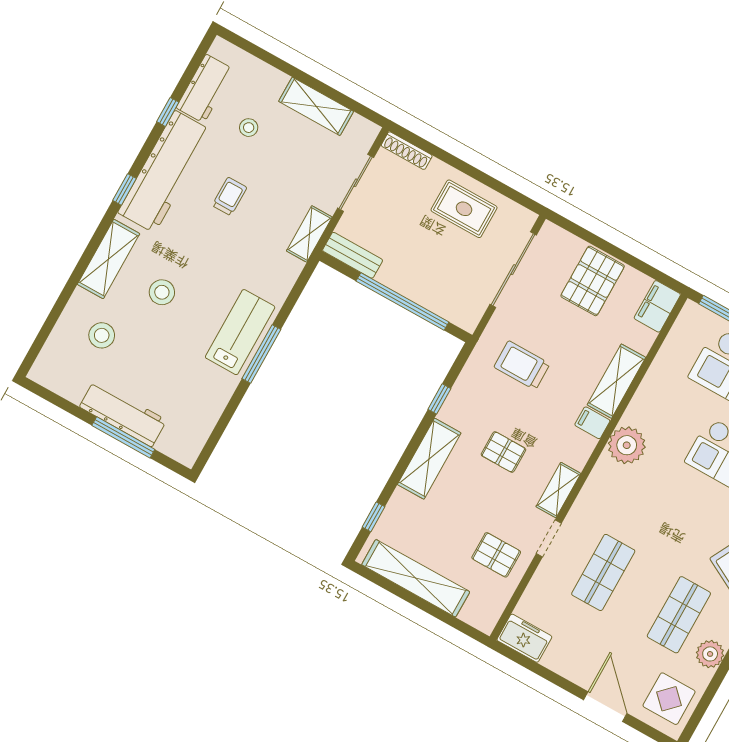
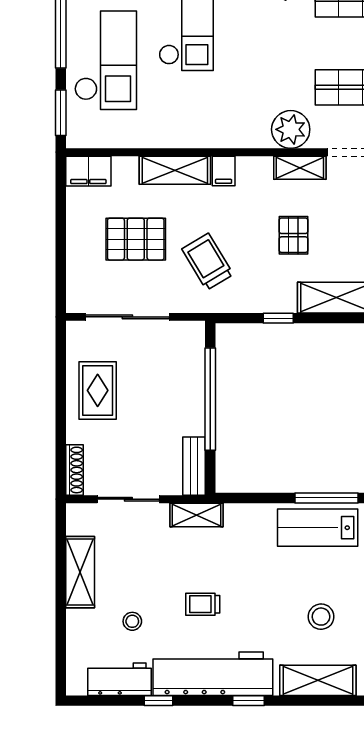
pallet: (593, 281) -> (136, 239), moved
trolley: (522, 365) -> (208, 262), turned 149
plant: (627, 445) -> (291, 129), moved

